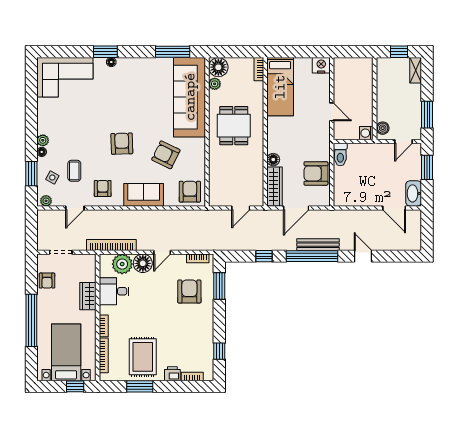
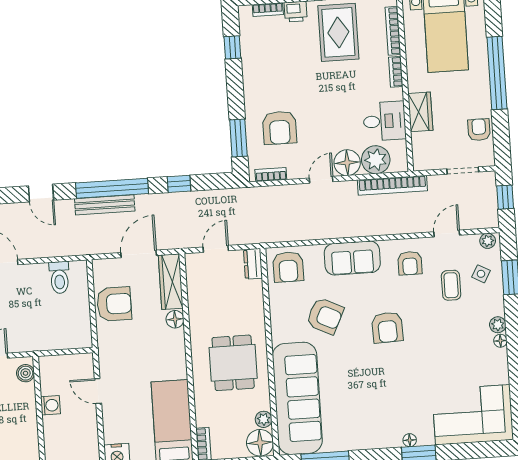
washing machine: (366, 133) -> (50, 405), moved
floor lamp: (42, 152) -> (500, 341), moved
toilet: (340, 155) -> (59, 278), moved, turned 180
dresser: (215, 195) -> (253, 264), added
window: (31, 231) -> (505, 197), added

